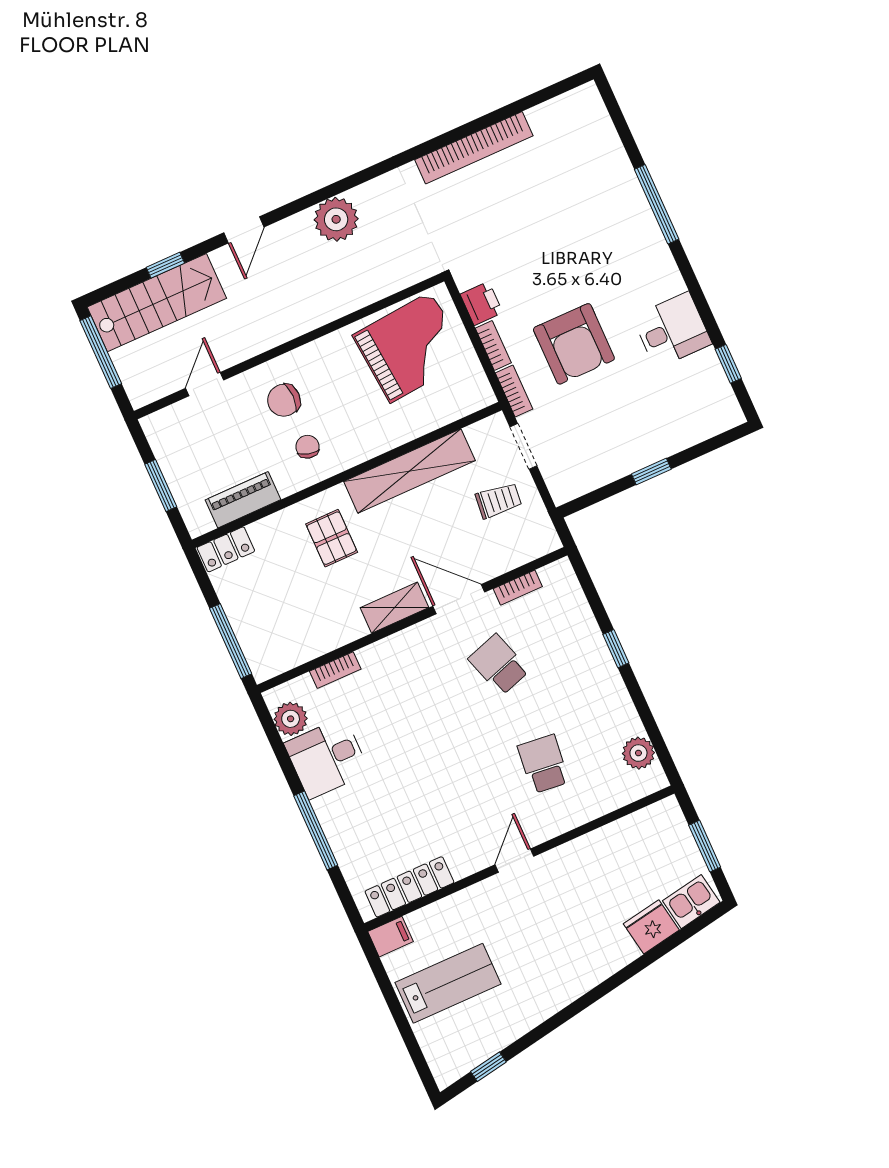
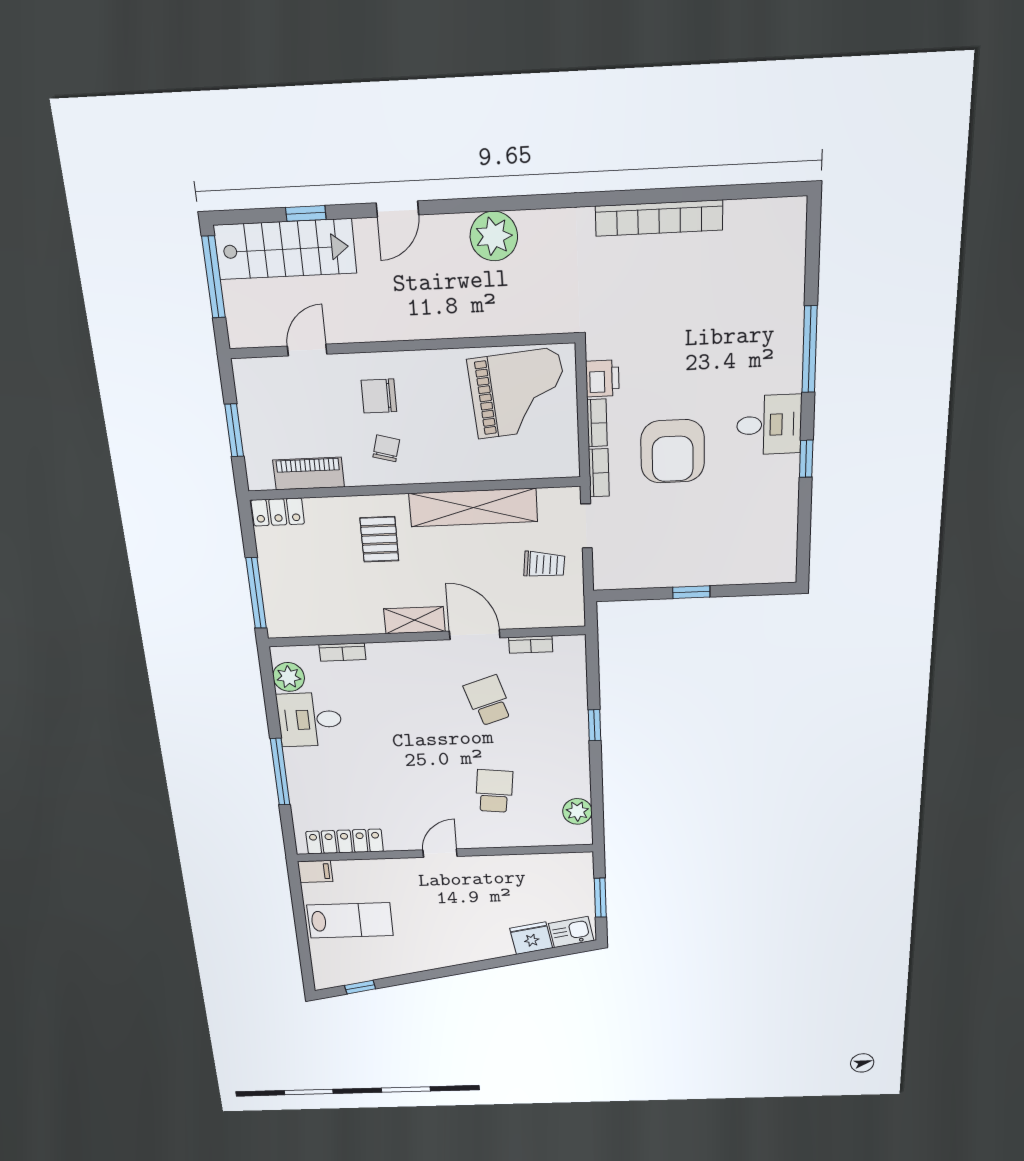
desk: (672, 330) -> (769, 425), moved
window: (728, 364) -> (806, 459), moved

